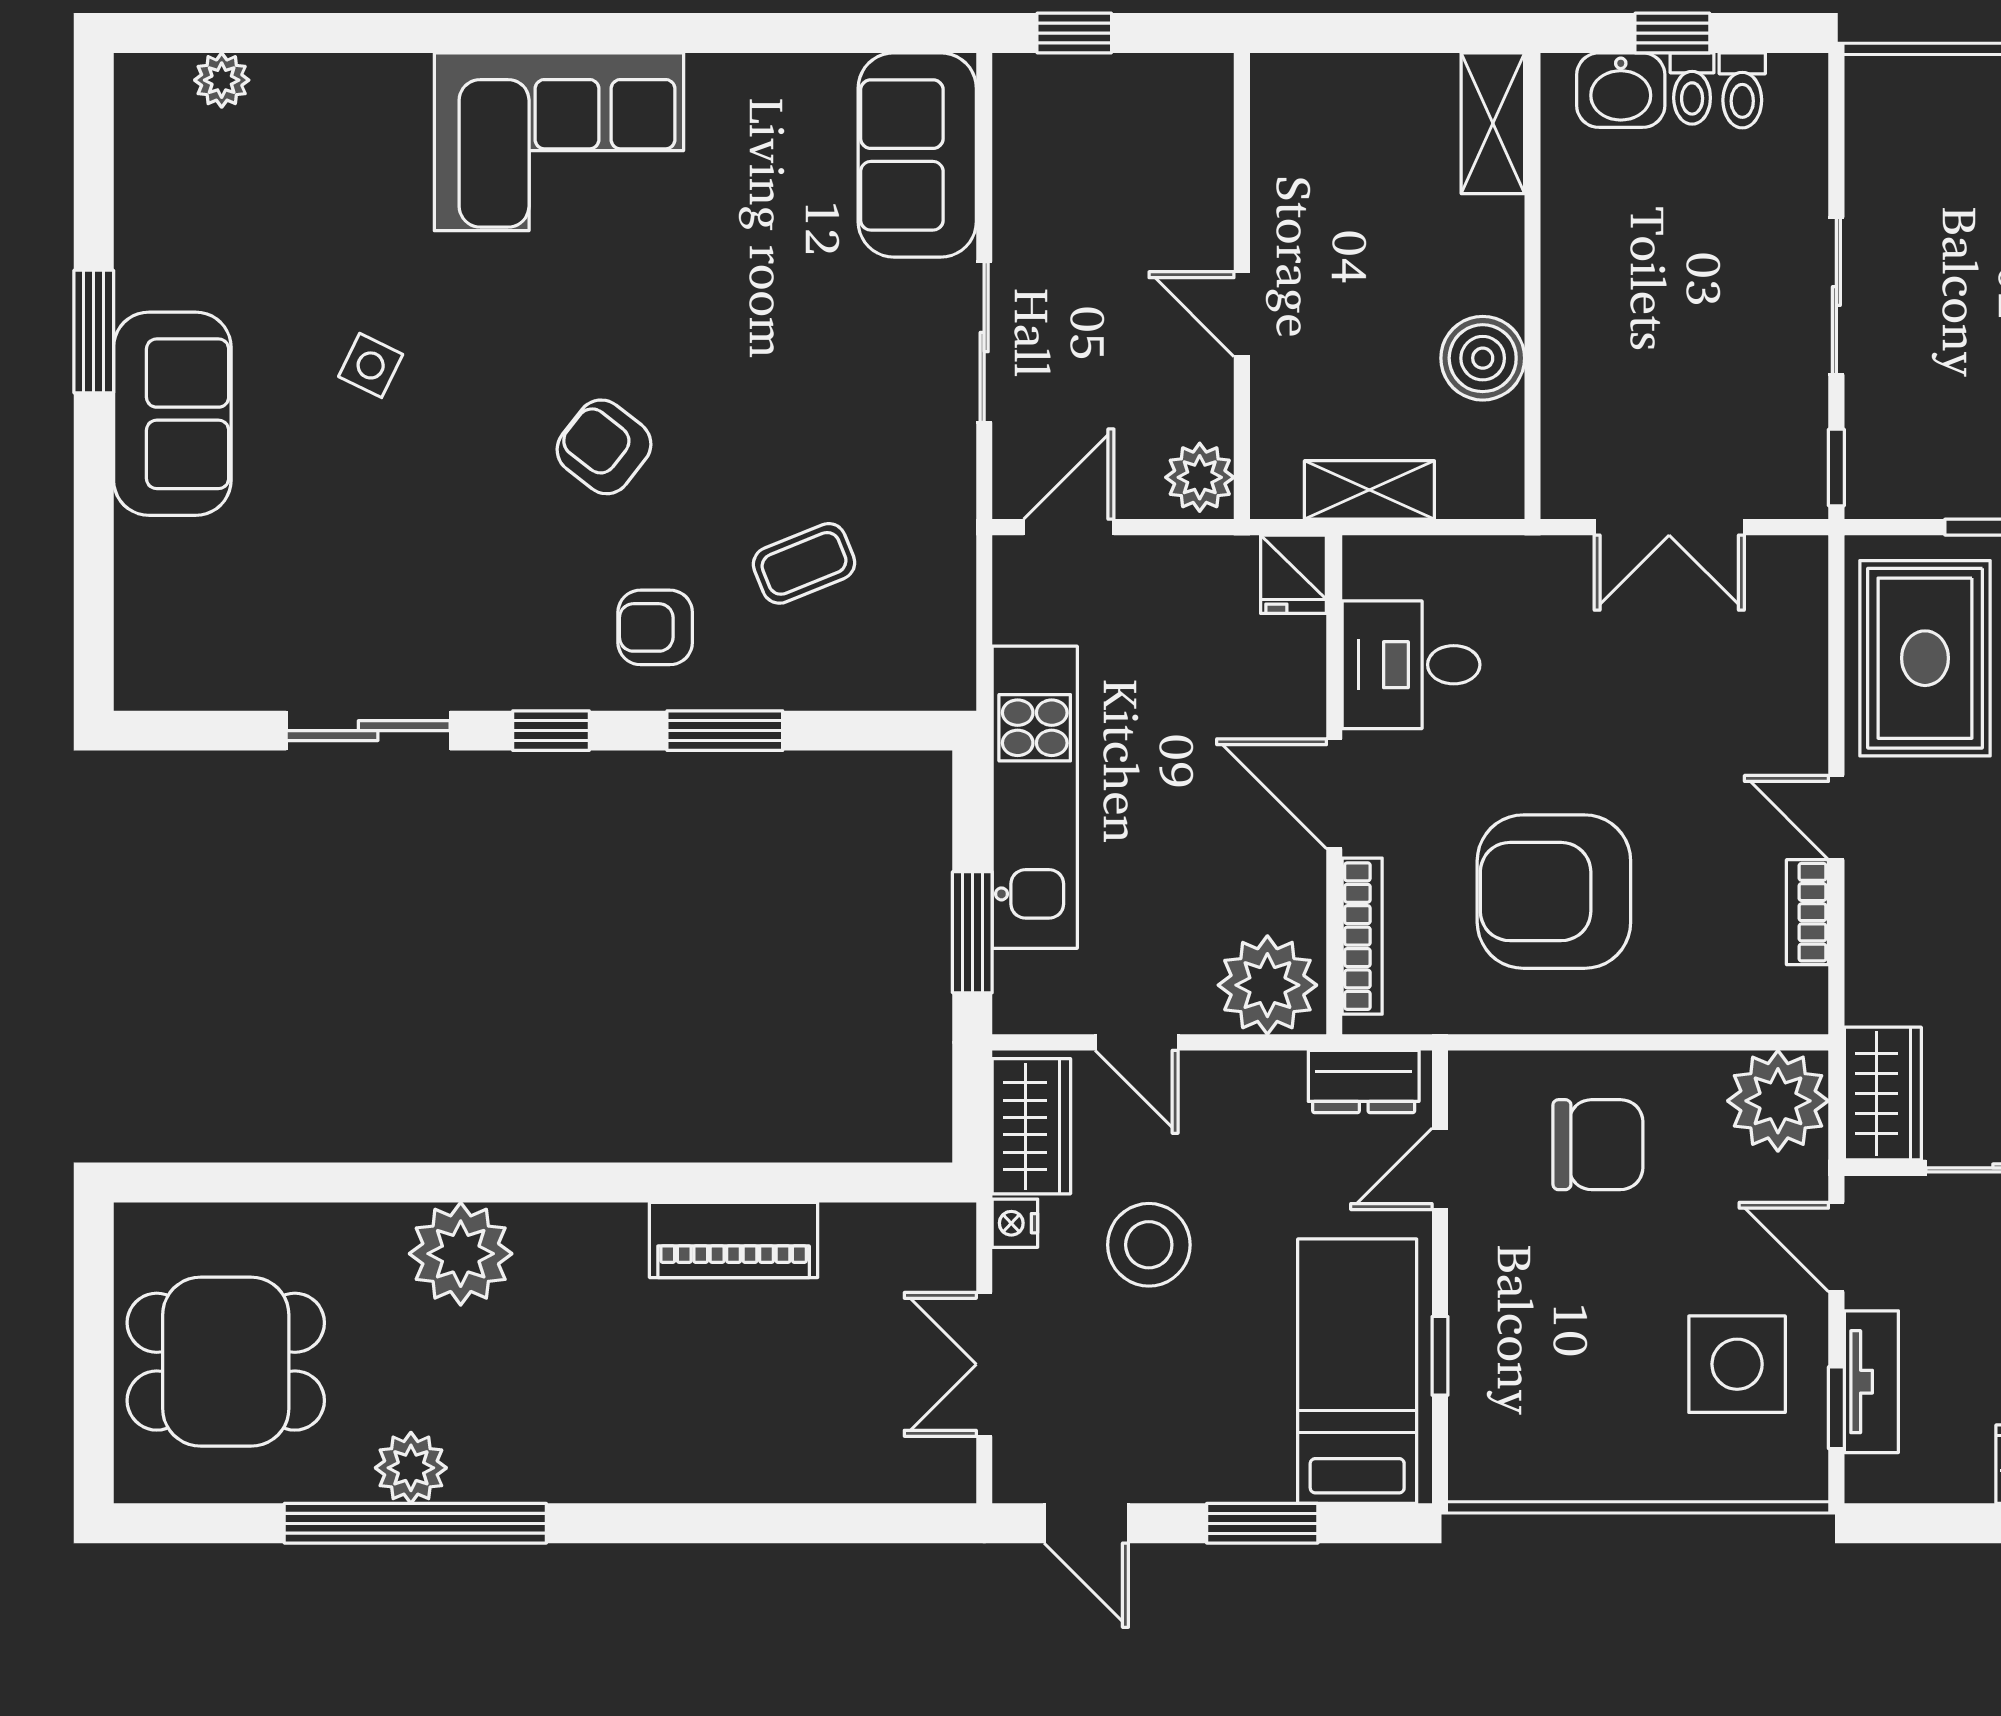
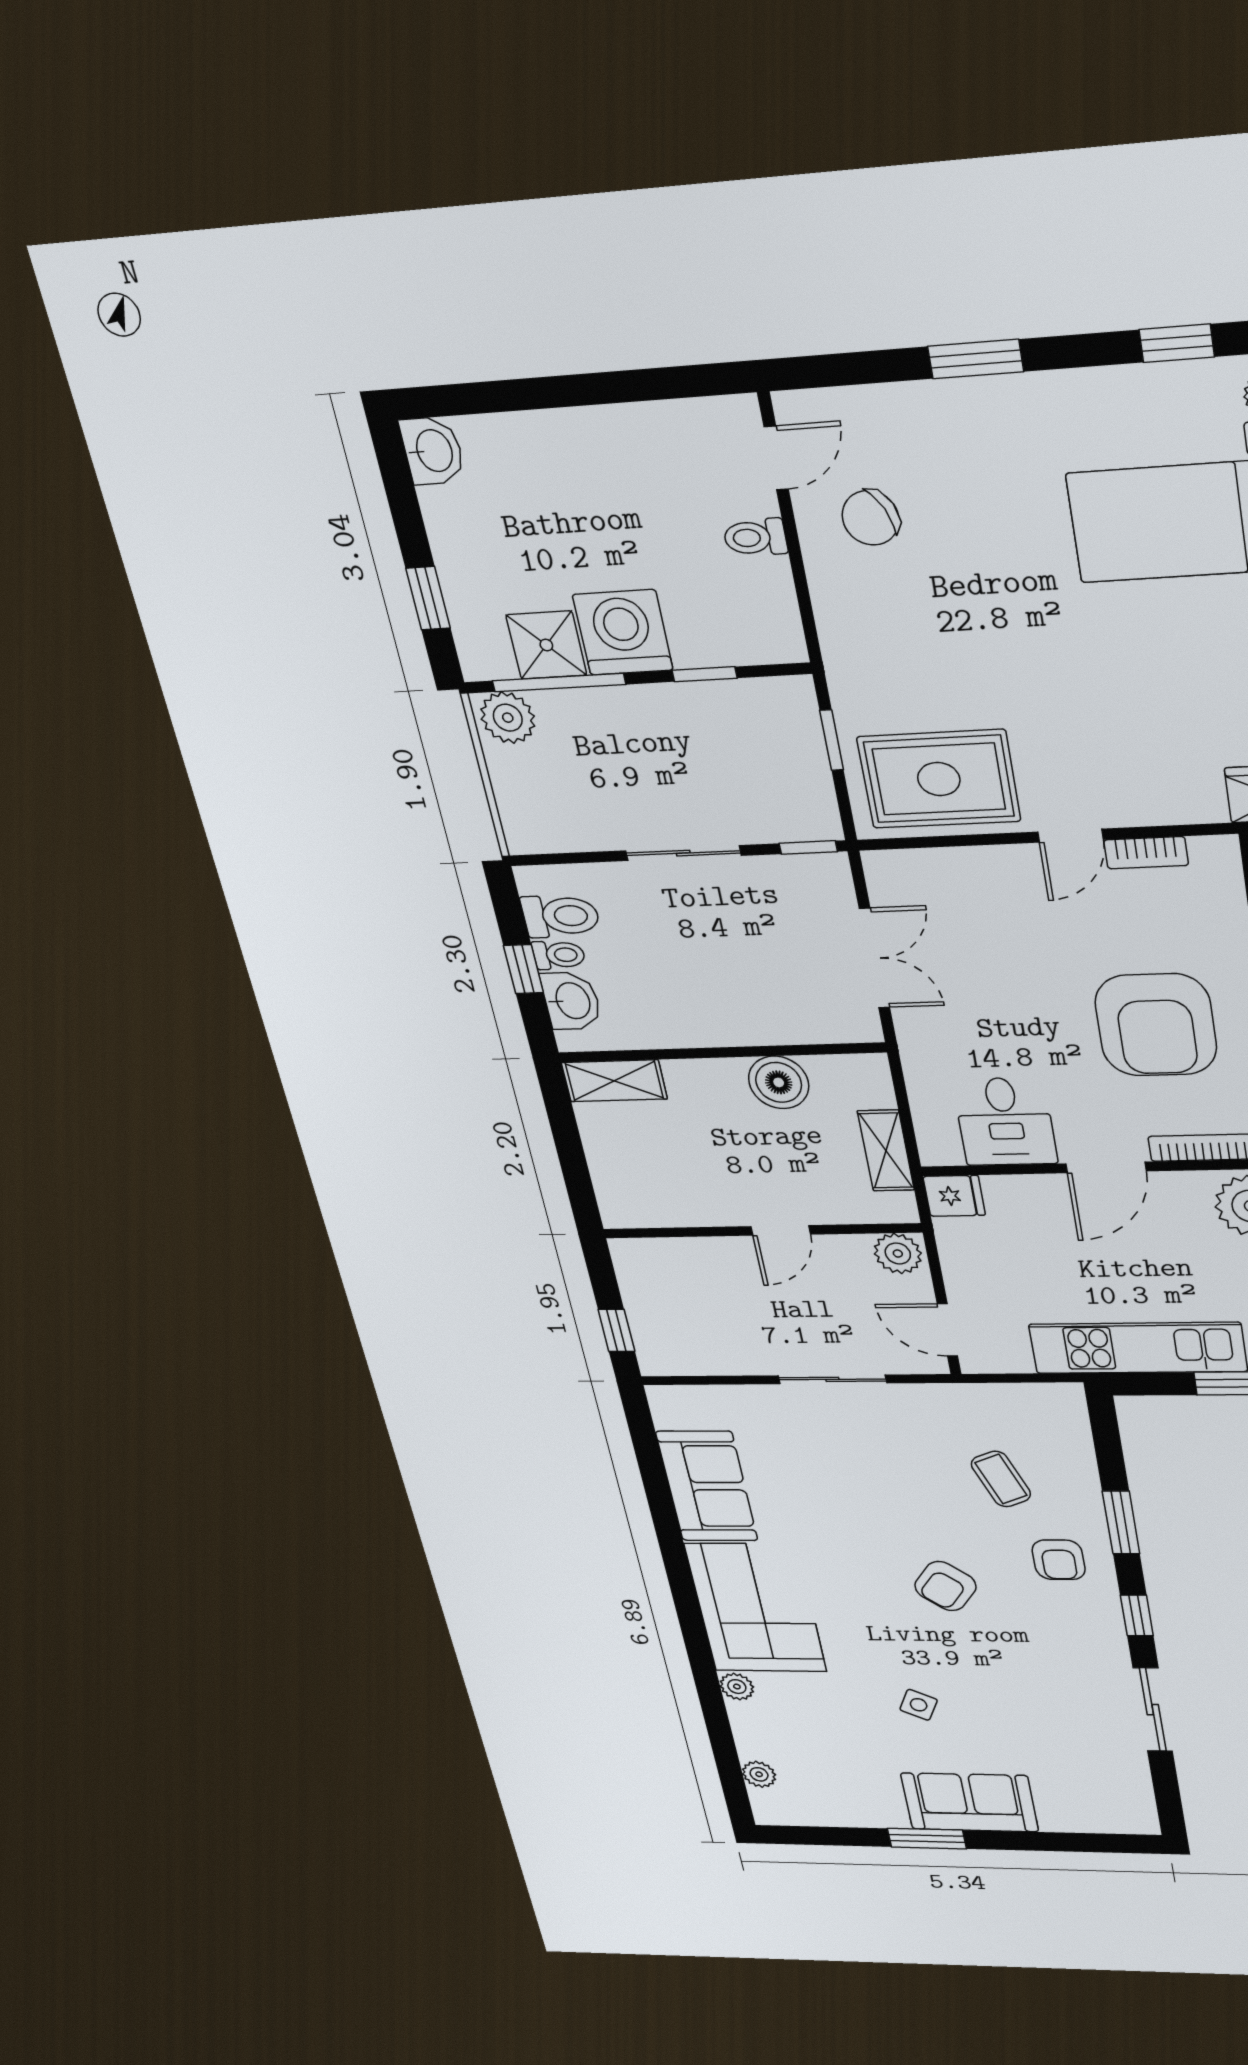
plant: (402, 80) -> (737, 1687), added
toilet: (1742, 90) -> (561, 916), width x1.37, depth x1.39
sofa: (917, 155) -> (707, 1486), moved, turned -90

